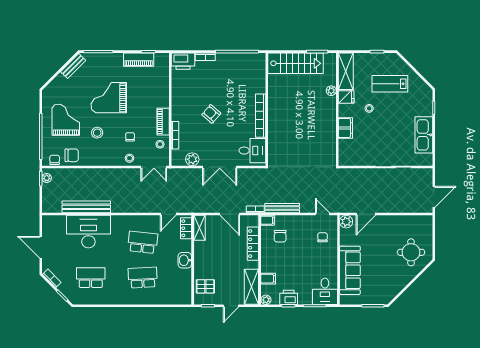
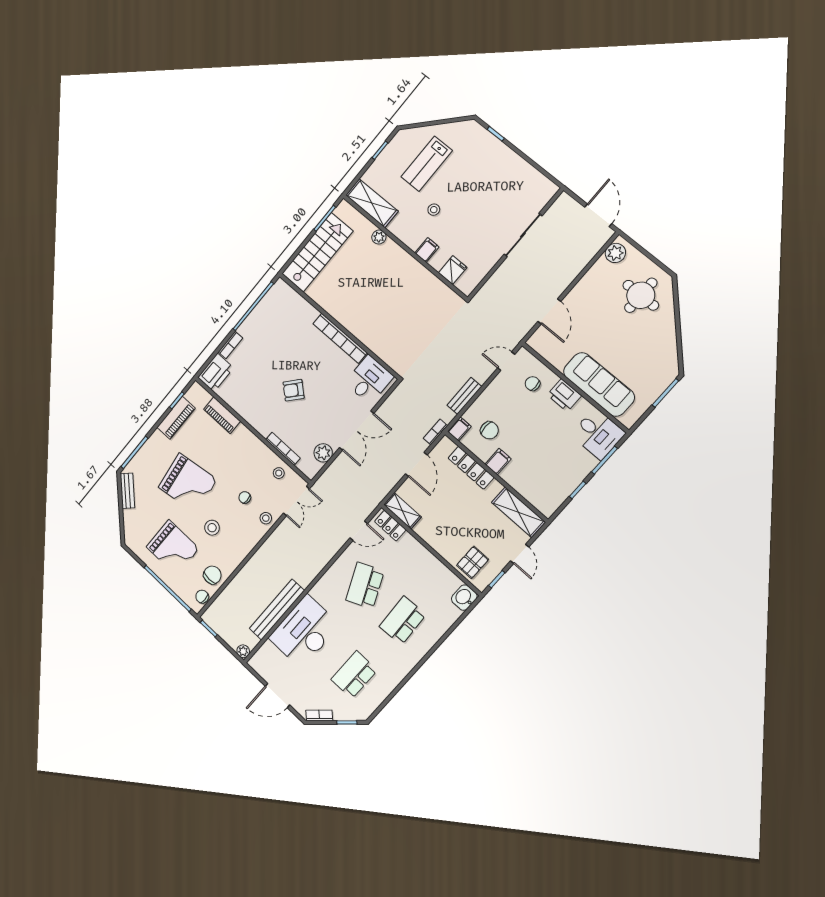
fridge: (346, 97) -> (453, 270), moved
grand piano: (109, 98) -> (188, 483), turned -98
grand piano: (66, 120) -> (173, 548), turned 180
piano: (163, 122) -> (222, 415), moved
filing cabinet: (345, 128) -> (427, 250), width x0.50
kitchen sink: (424, 135) -> (517, 170), removed
plant: (47, 178) -> (243, 651), moved
bench: (282, 208) -> (464, 396), width x0.73
door: (168, 214) -> (359, 531), hinge flipped
door: (230, 214) -> (416, 464), hinge flipped
plant: (346, 222) -> (615, 253), moved
school desk: (143, 242) -> (365, 586), turned -30
washbasin: (185, 260) -> (464, 598), moved, turned 90
filing cabinet: (268, 279) -> (498, 462), moved
printer: (289, 297) -> (564, 395), moved, turned -90
plant: (266, 300) -> (548, 509), removed

